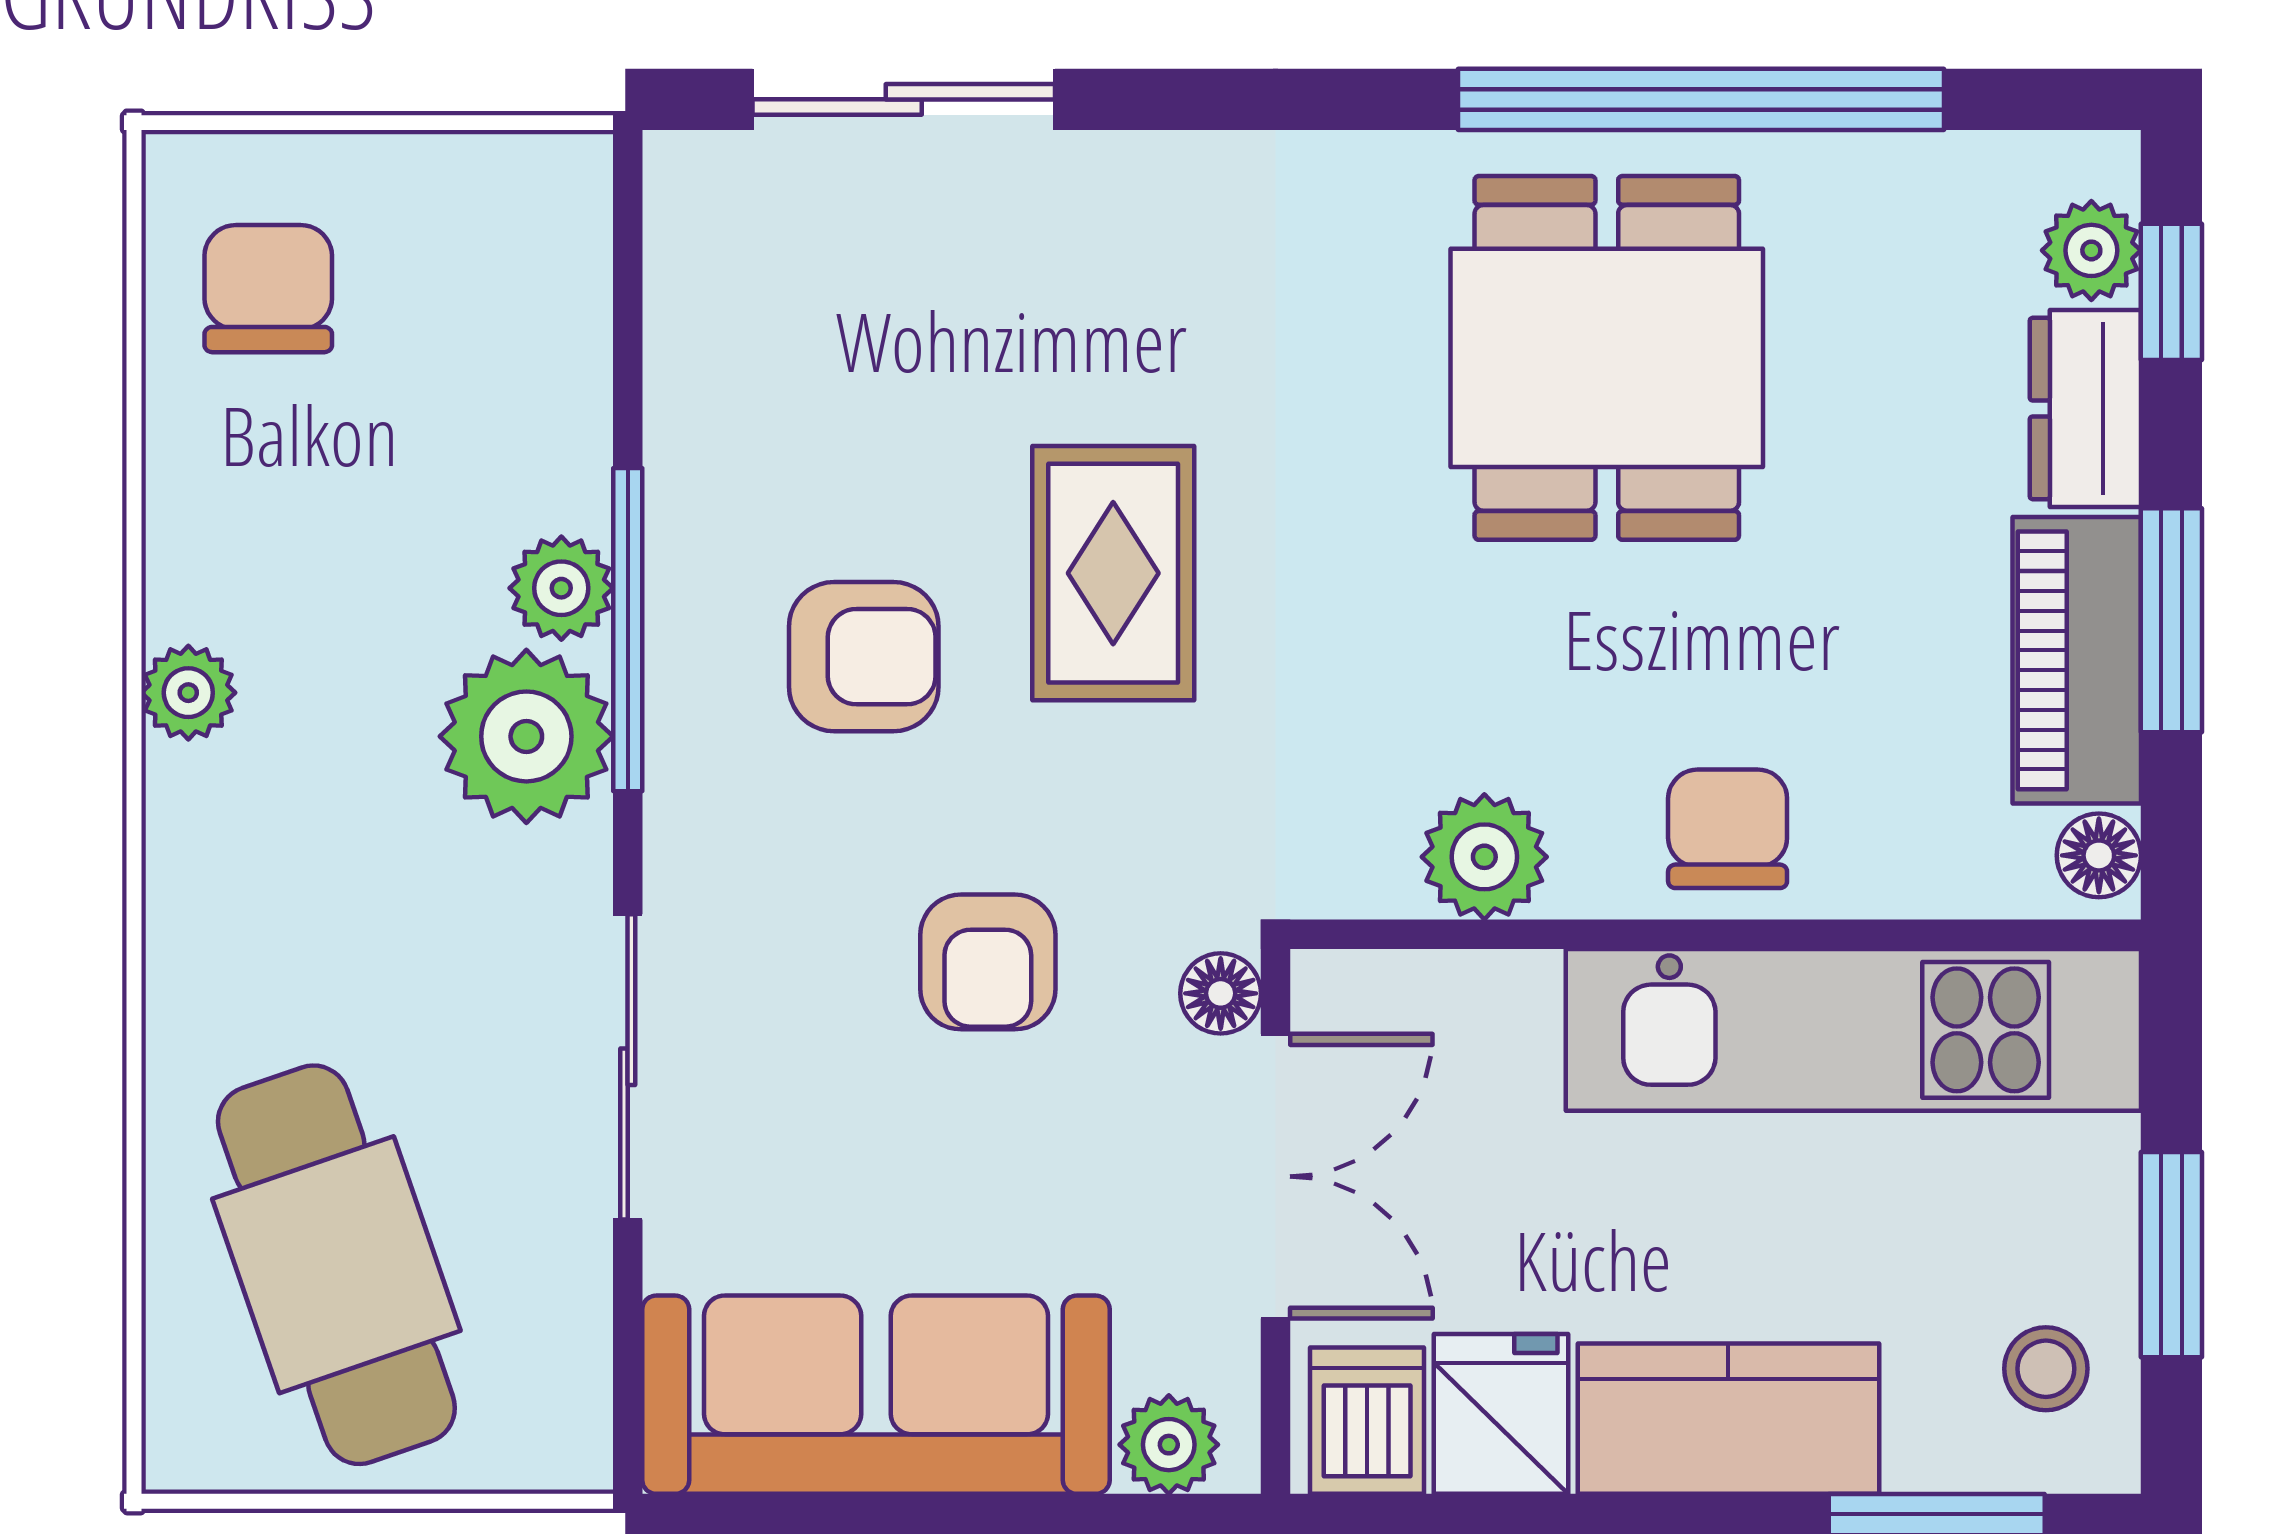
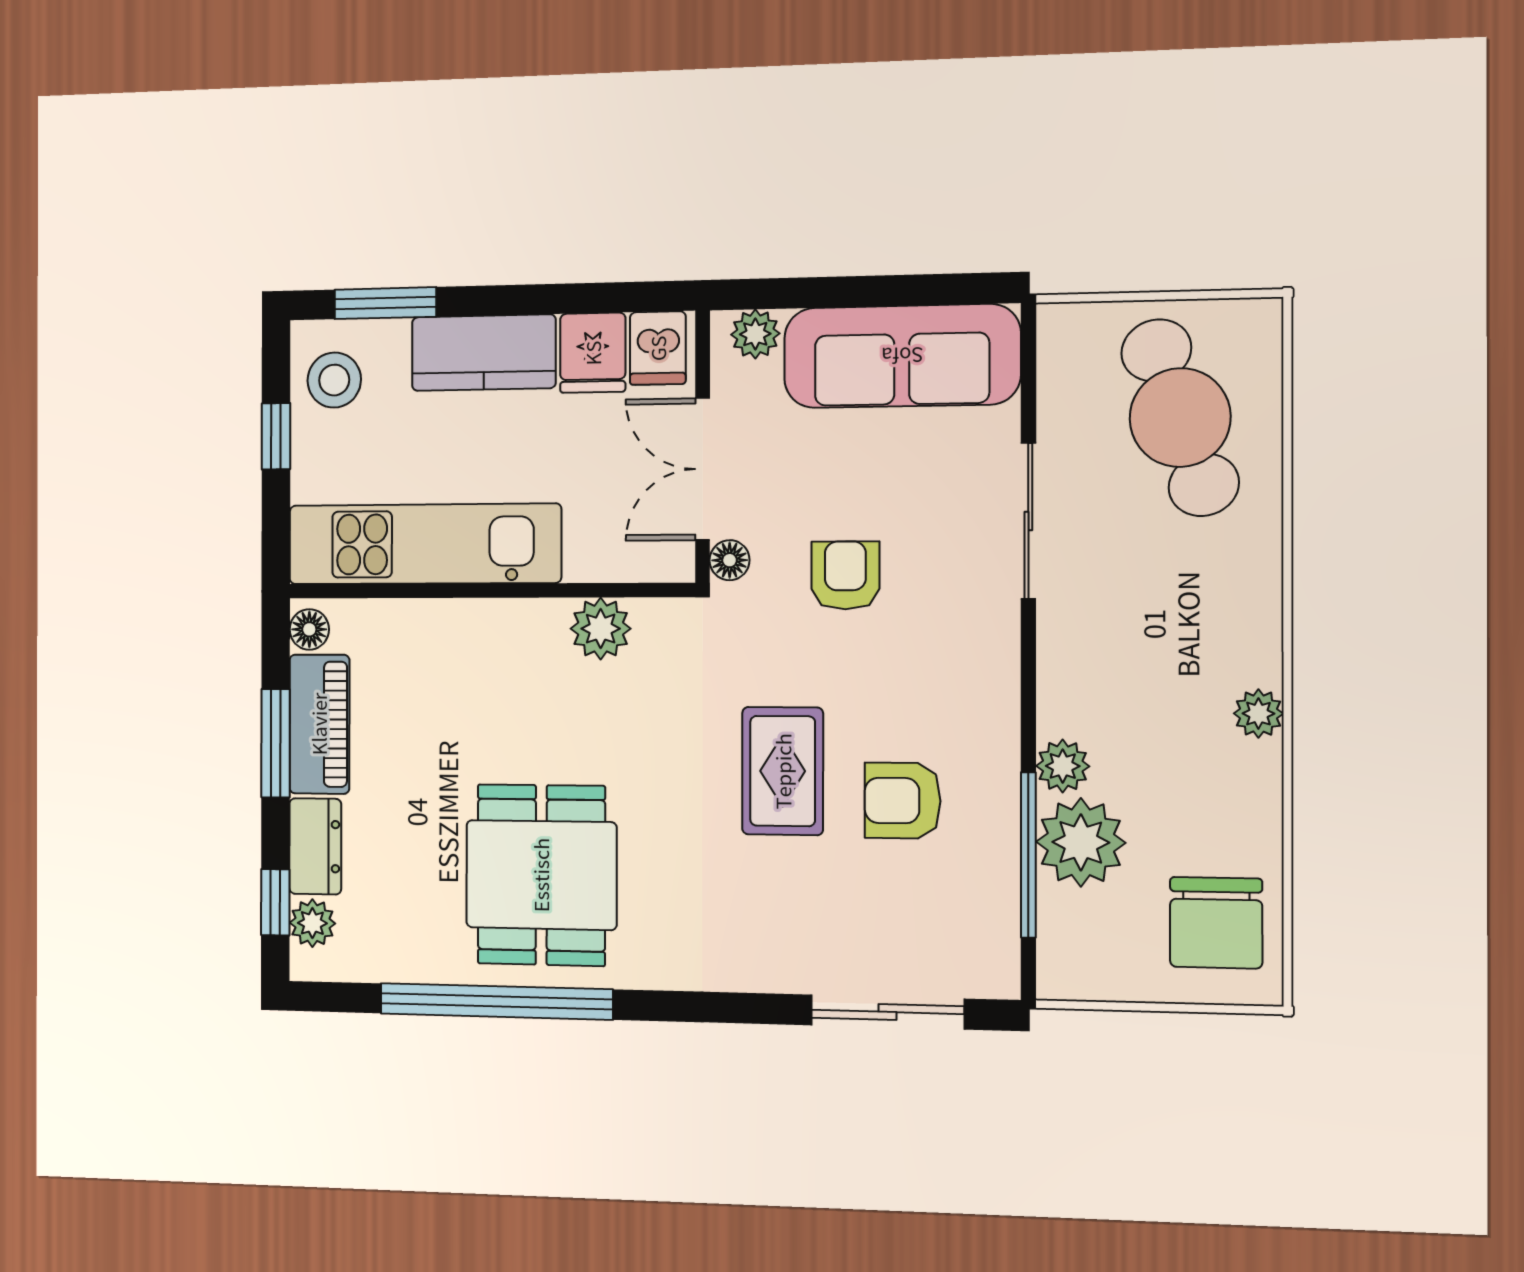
chair: (268, 289) -> (1216, 923), width x1.37, depth x1.37
window: (628, 630) -> (1028, 855), moved
armchair: (864, 657) -> (903, 801), moved
plant: (526, 736) -> (1081, 842), moved
chair: (1728, 829) -> (484, 642), removed
window: (2171, 1255) -> (276, 436), width x0.67
stool: (2046, 1369) -> (334, 380), width x1.37, depth x1.37

